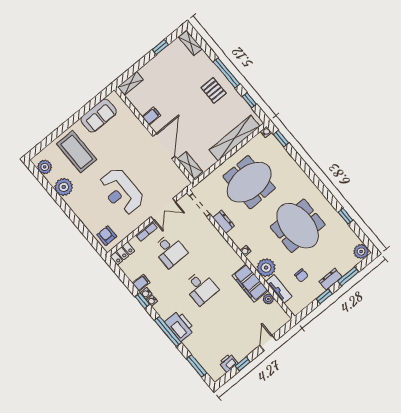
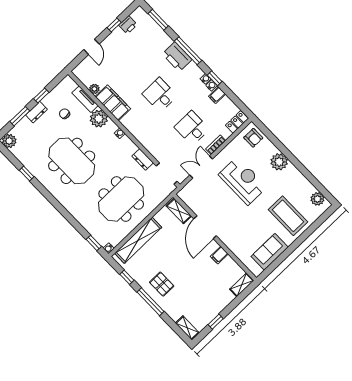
plant: (64, 187) -> (279, 162), moved

